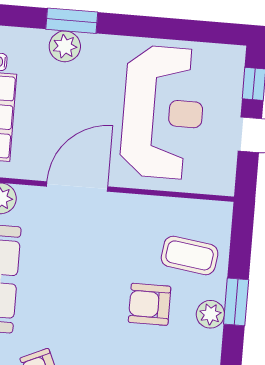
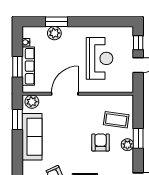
reception desk: (163, 112) -> (99, 58), width x0.74, depth x0.77
armchair: (150, 304) -> (101, 143), turned 90

